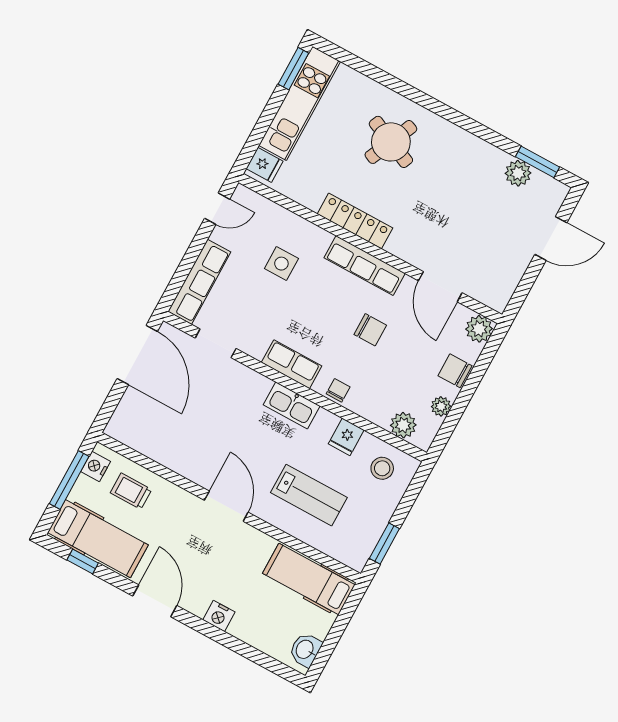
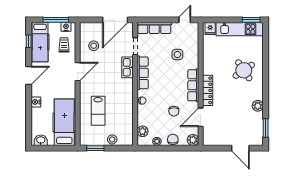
round table: (391, 142) -> (244, 70), turned 32
plant: (518, 173) -> (258, 106), moved
door: (217, 209) -> (185, 20), swing flipped
locker: (355, 221) -> (208, 90), moved
chair: (370, 330) -> (174, 111), moved
row of seats: (292, 364) -> (143, 73), width x1.48
kitchen sink: (292, 405) -> (127, 67), moved
stool: (167, 430) -> (94, 46), added
fridge: (346, 437) -> (127, 113), removed
stool: (382, 468) -> (112, 139), moved
door: (226, 506) -> (78, 72), moved
hospital bed: (309, 579) -> (64, 122), width x1.37, depth x1.29

